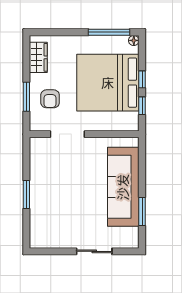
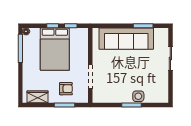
bed: (108, 83) -> (55, 49), width x0.73
side table: (39, 204) -> (138, 96), added

